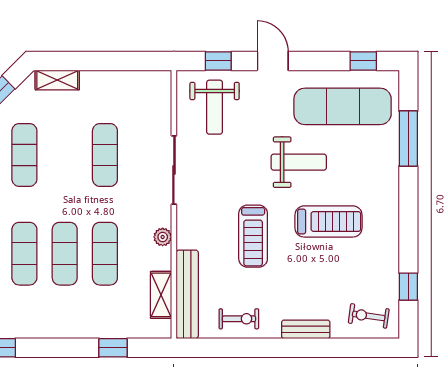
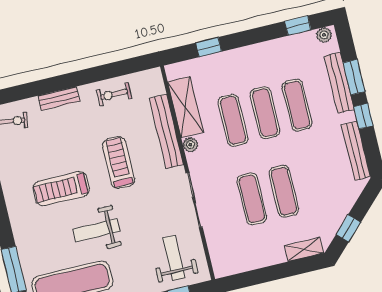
exercise mat: (24, 155) -> (284, 191), moved
bench: (187, 294) -> (166, 131), moved
shelving: (161, 295) -> (186, 107), width x1.50, depth x1.33

